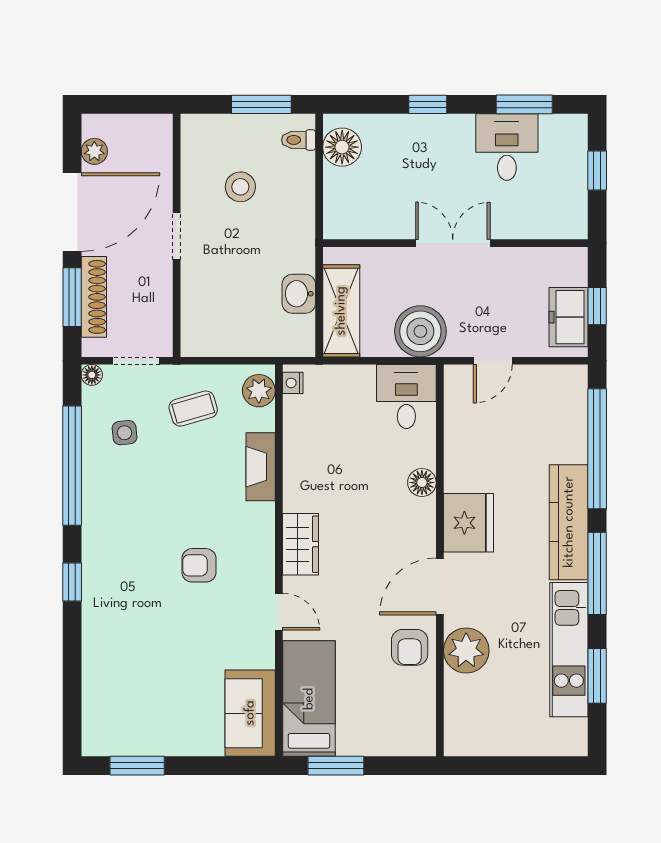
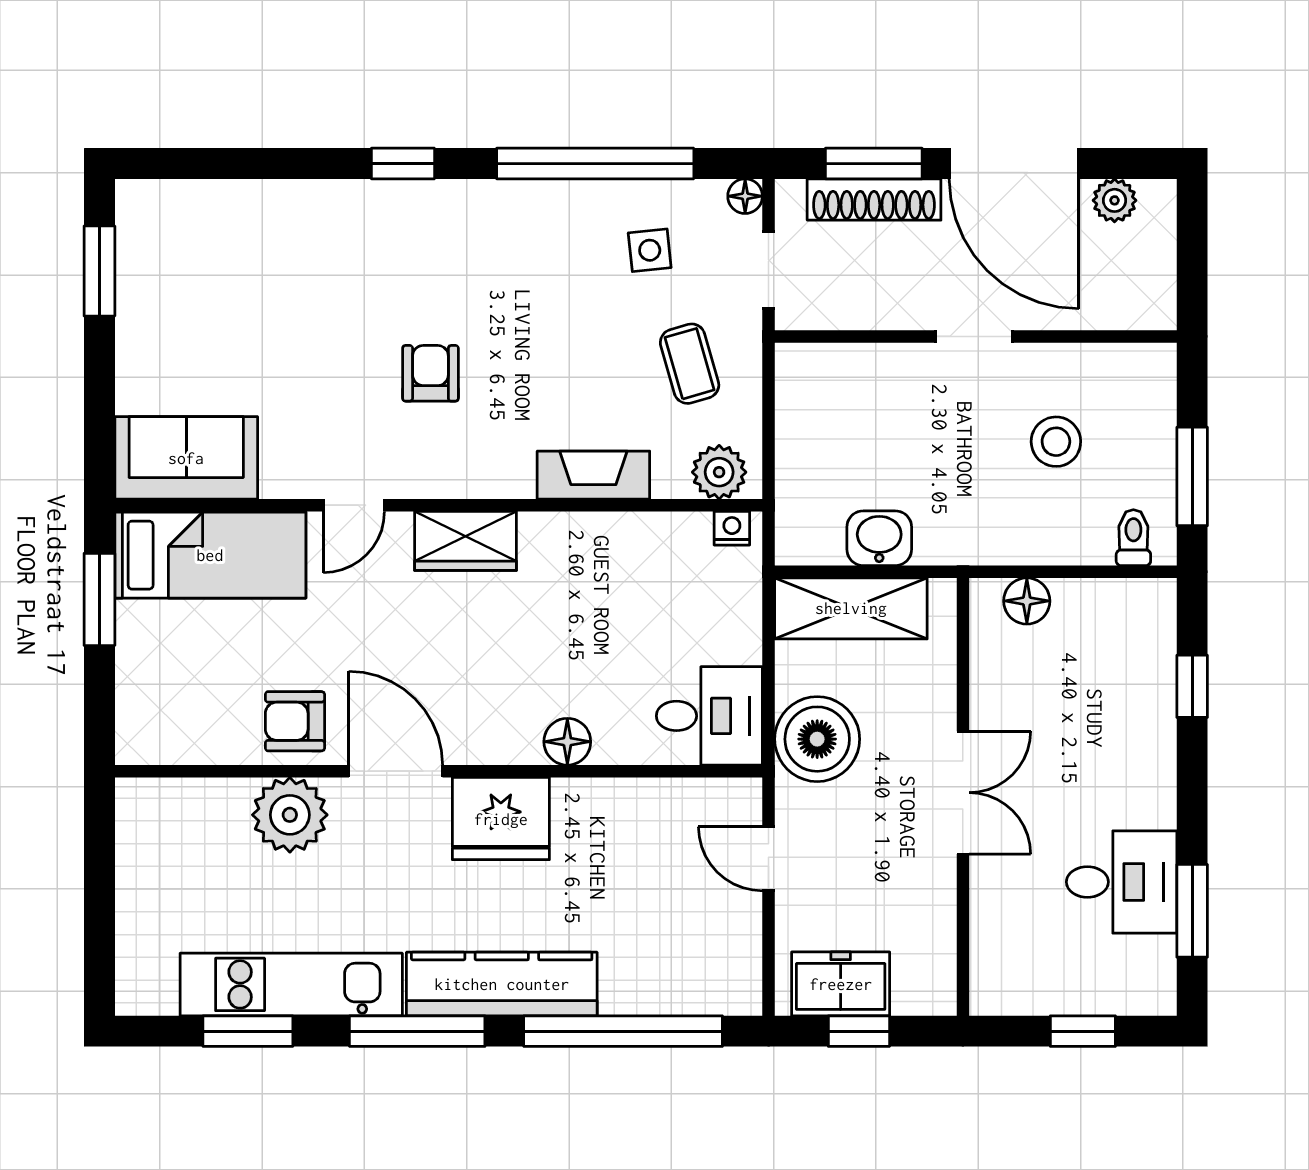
window: (428, 104) -> (1192, 686), moved
floor lamp: (342, 147) -> (1027, 601), moved, width x0.73, depth x0.73

